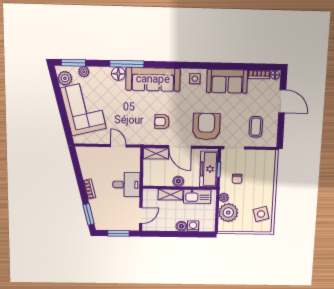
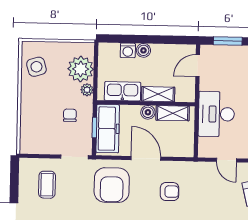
shelving: (156, 153) -> (173, 113), moved
desk: (126, 185) -> (216, 114), width x1.37

